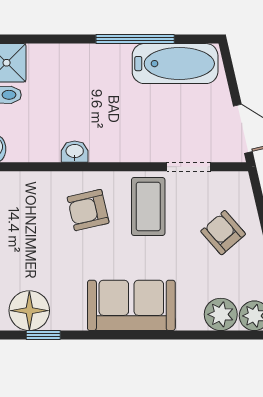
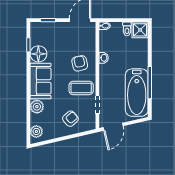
bathtub: (175, 64) -> (137, 93), width x1.36, depth x1.36
floor lamp: (29, 311) -> (38, 54), moved
plant: (221, 314) -> (37, 107), moved

